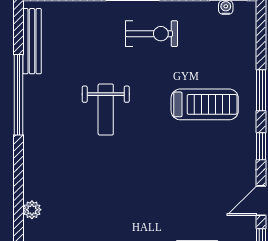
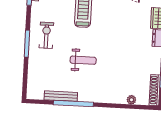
bench: (32, 41) -> (61, 96), moved

